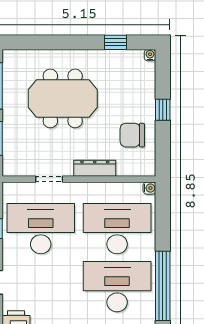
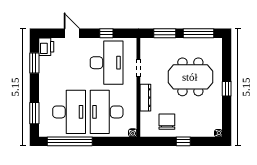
window: (115, 42) -> (227, 89), moved
meeting table: (63, 98) -> (190, 77), turned 90
desk: (117, 229) -> (107, 112), turned 180

